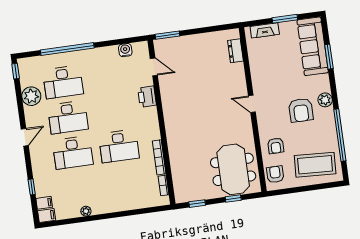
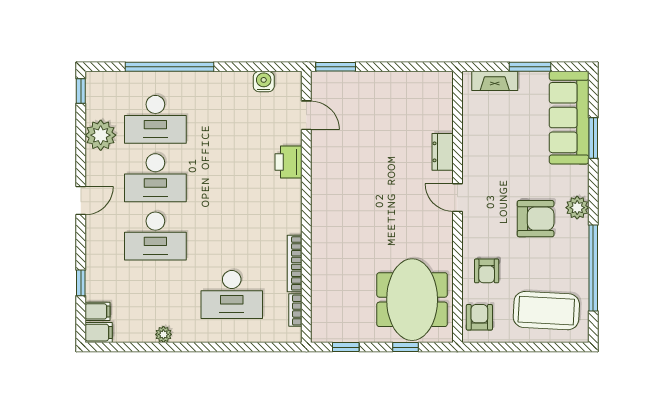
dresser: (235, 51) -> (443, 152), moved
armchair: (301, 110) -> (536, 219), turned -90
desk: (119, 146) -> (232, 294), moved

